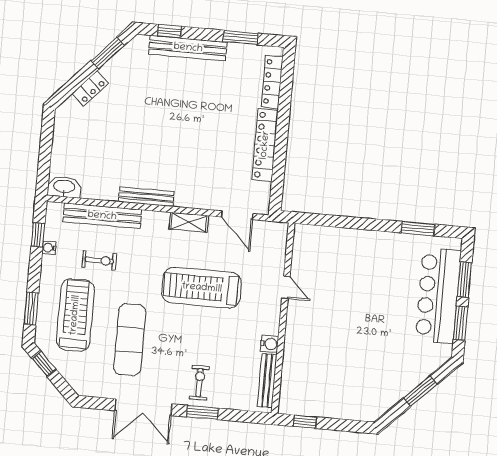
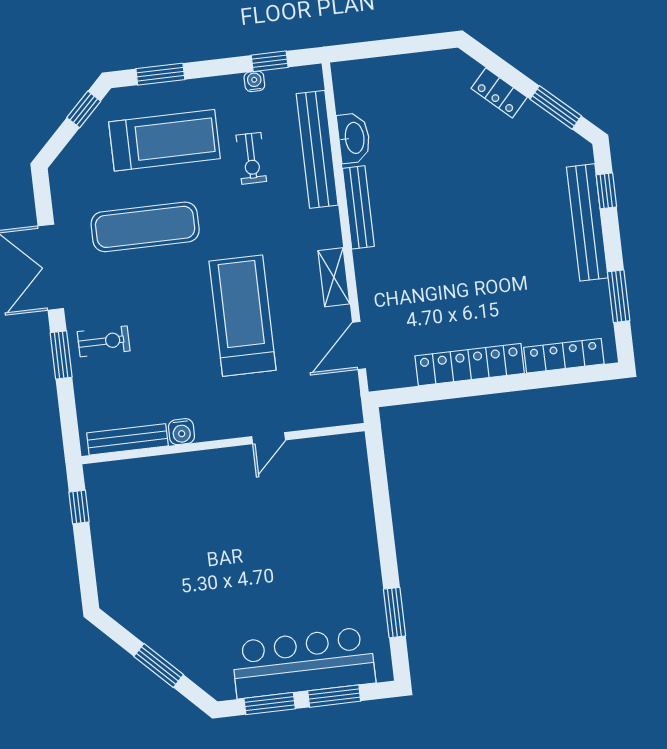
washbasin: (64, 187) -> (354, 138), moved

